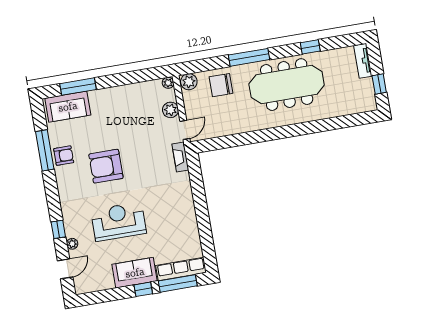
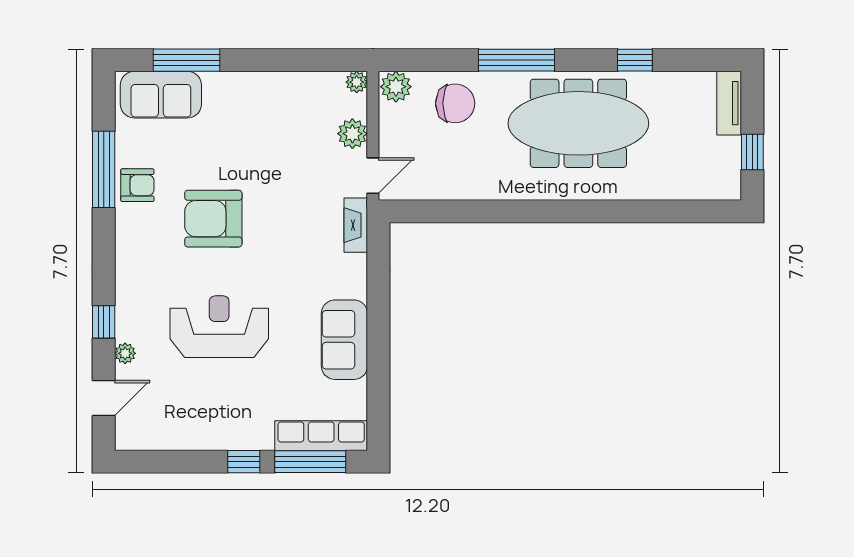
chair: (221, 85) -> (455, 103), turned 180
sofa: (135, 273) -> (344, 340), moved, turned -90

